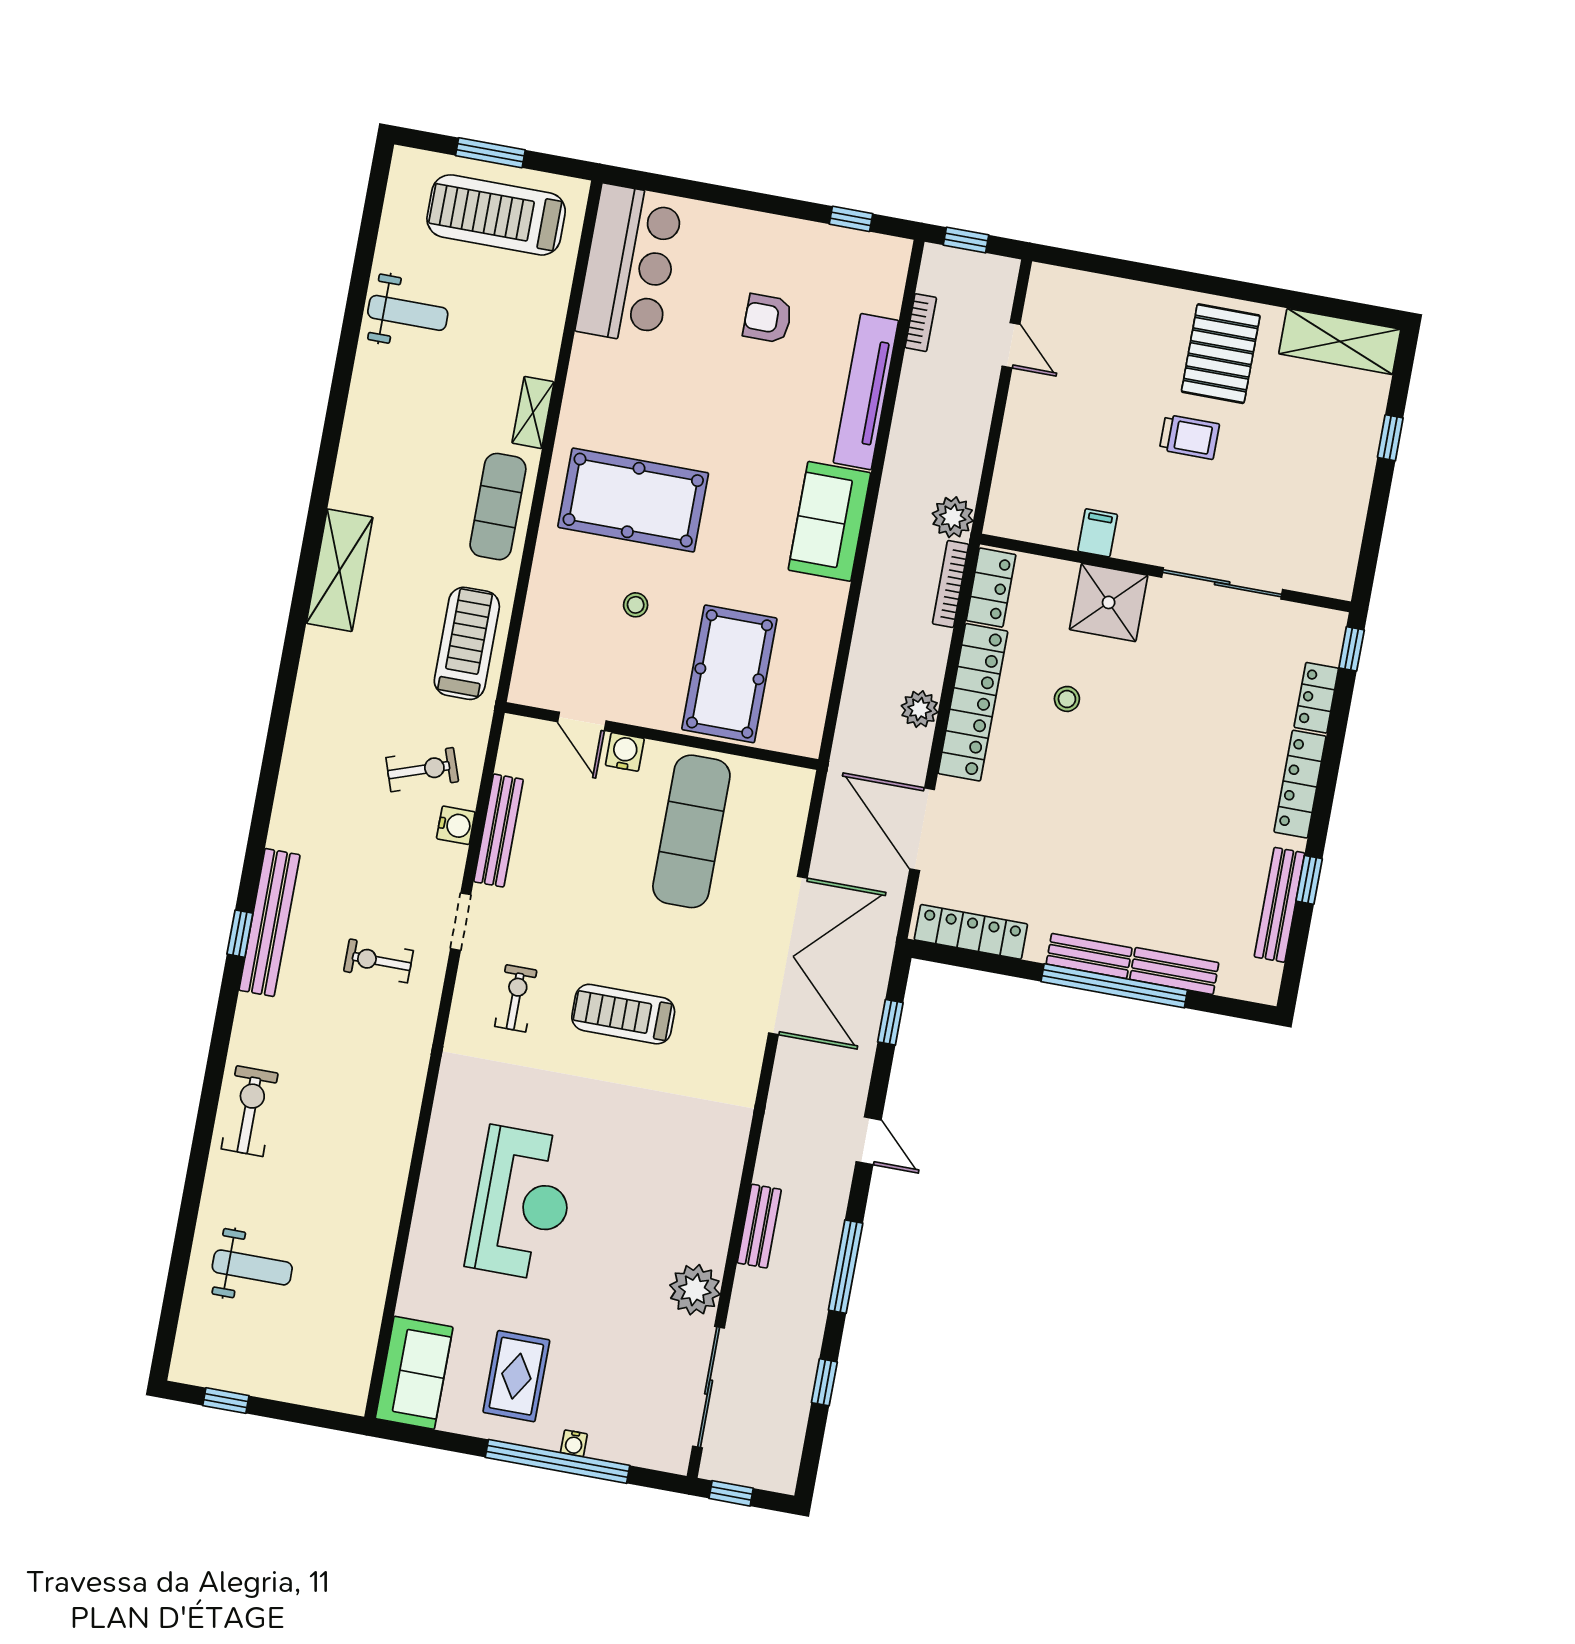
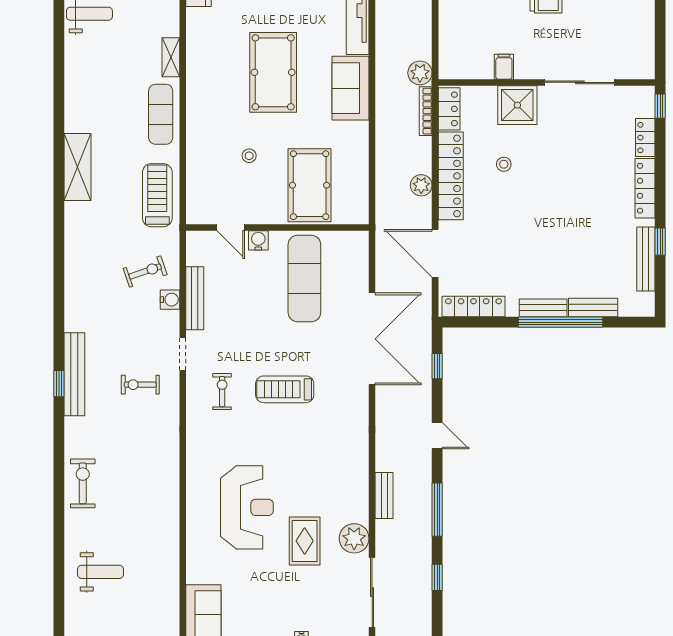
pool table: (633, 500) -> (273, 72), moved, turned 90
rug: (516, 1376) -> (305, 541), moved

